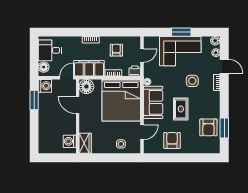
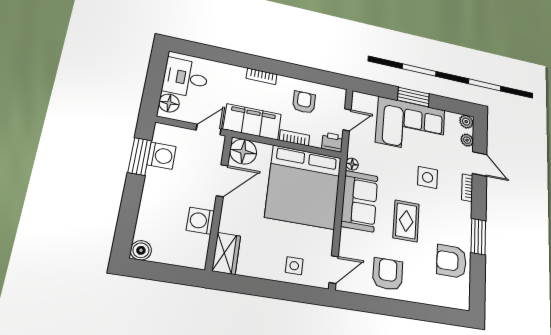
washing machine: (45, 86) -> (162, 156), moved
door: (78, 105) -> (222, 181), swing flipped
armchair: (208, 127) -> (451, 261), turned 90
window: (224, 128) -> (478, 237), moved
door: (142, 132) -> (334, 270), moved
washing machine: (70, 141) -> (200, 221), moved
boiler: (43, 149) -> (141, 250), added

